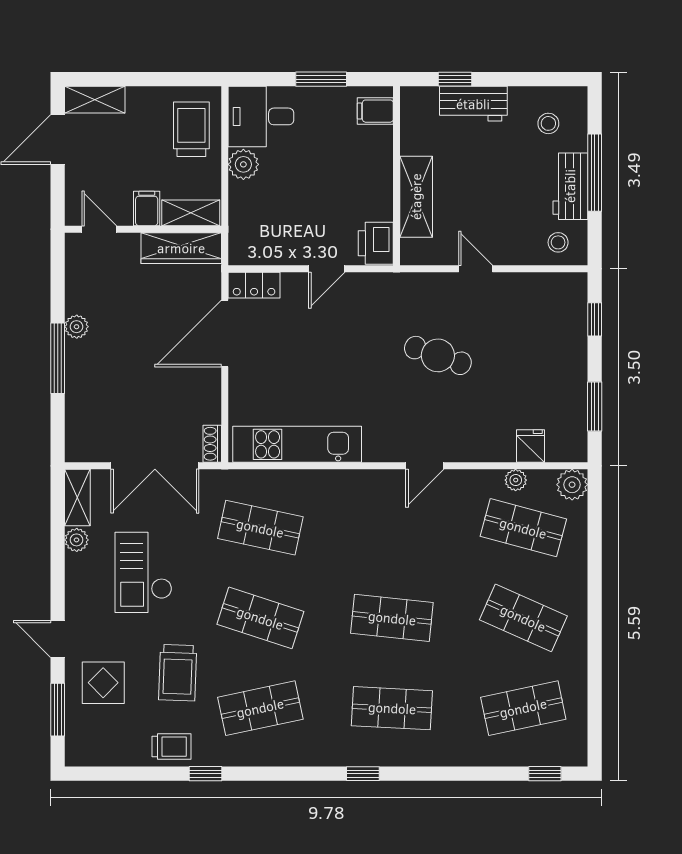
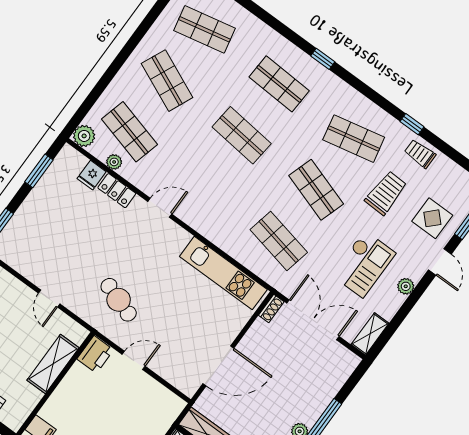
locker: (254, 285) -> (117, 191), moved, turned 180
cafe table: (438, 355) -> (119, 300), moved
plant: (77, 540) -> (406, 286), moved

